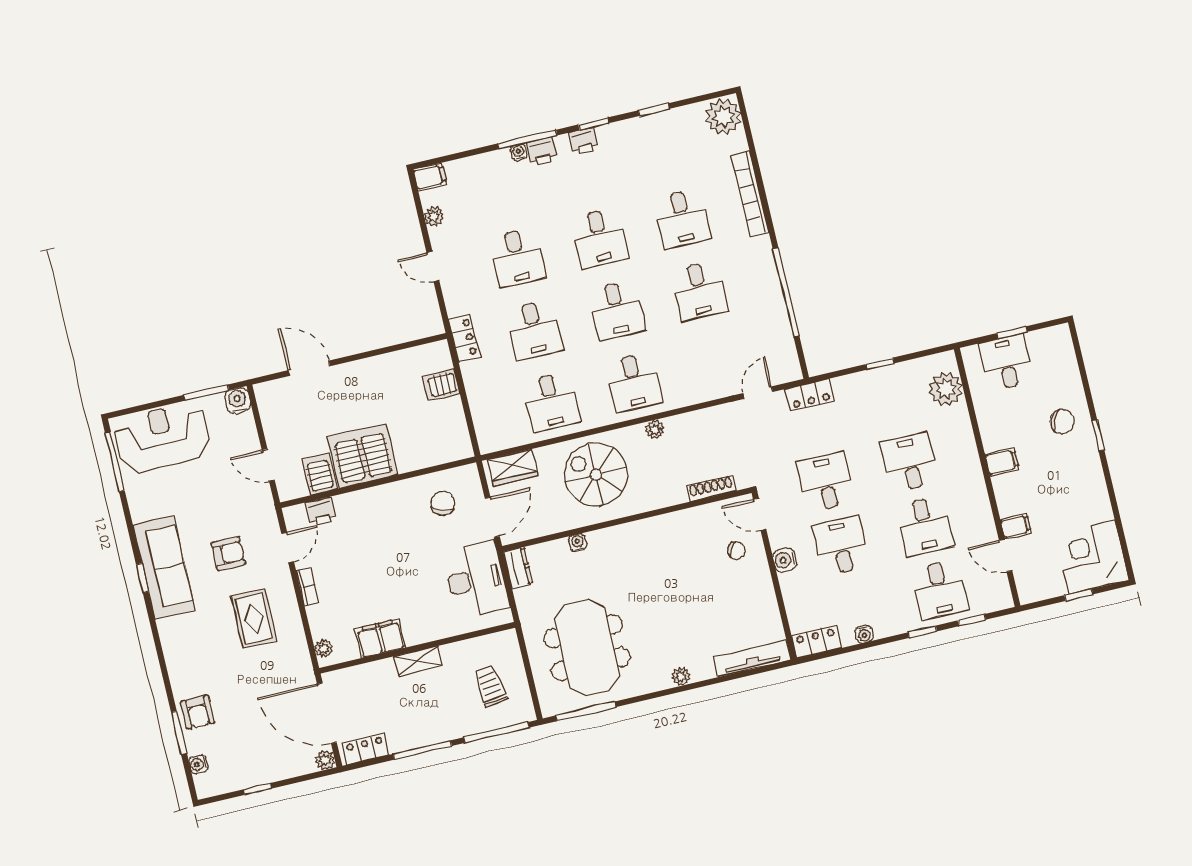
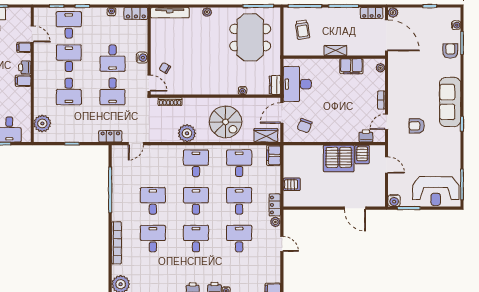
plant: (434, 216) -> (275, 222), moved
plant: (655, 429) -> (187, 133), width x1.87, depth x1.87
filing cabinet: (489, 433) -> (274, 155), added
printer: (1005, 488) -> (25, 67), added
sofa: (164, 567) -> (450, 102), moved
rug: (254, 619) -> (412, 91), removed

